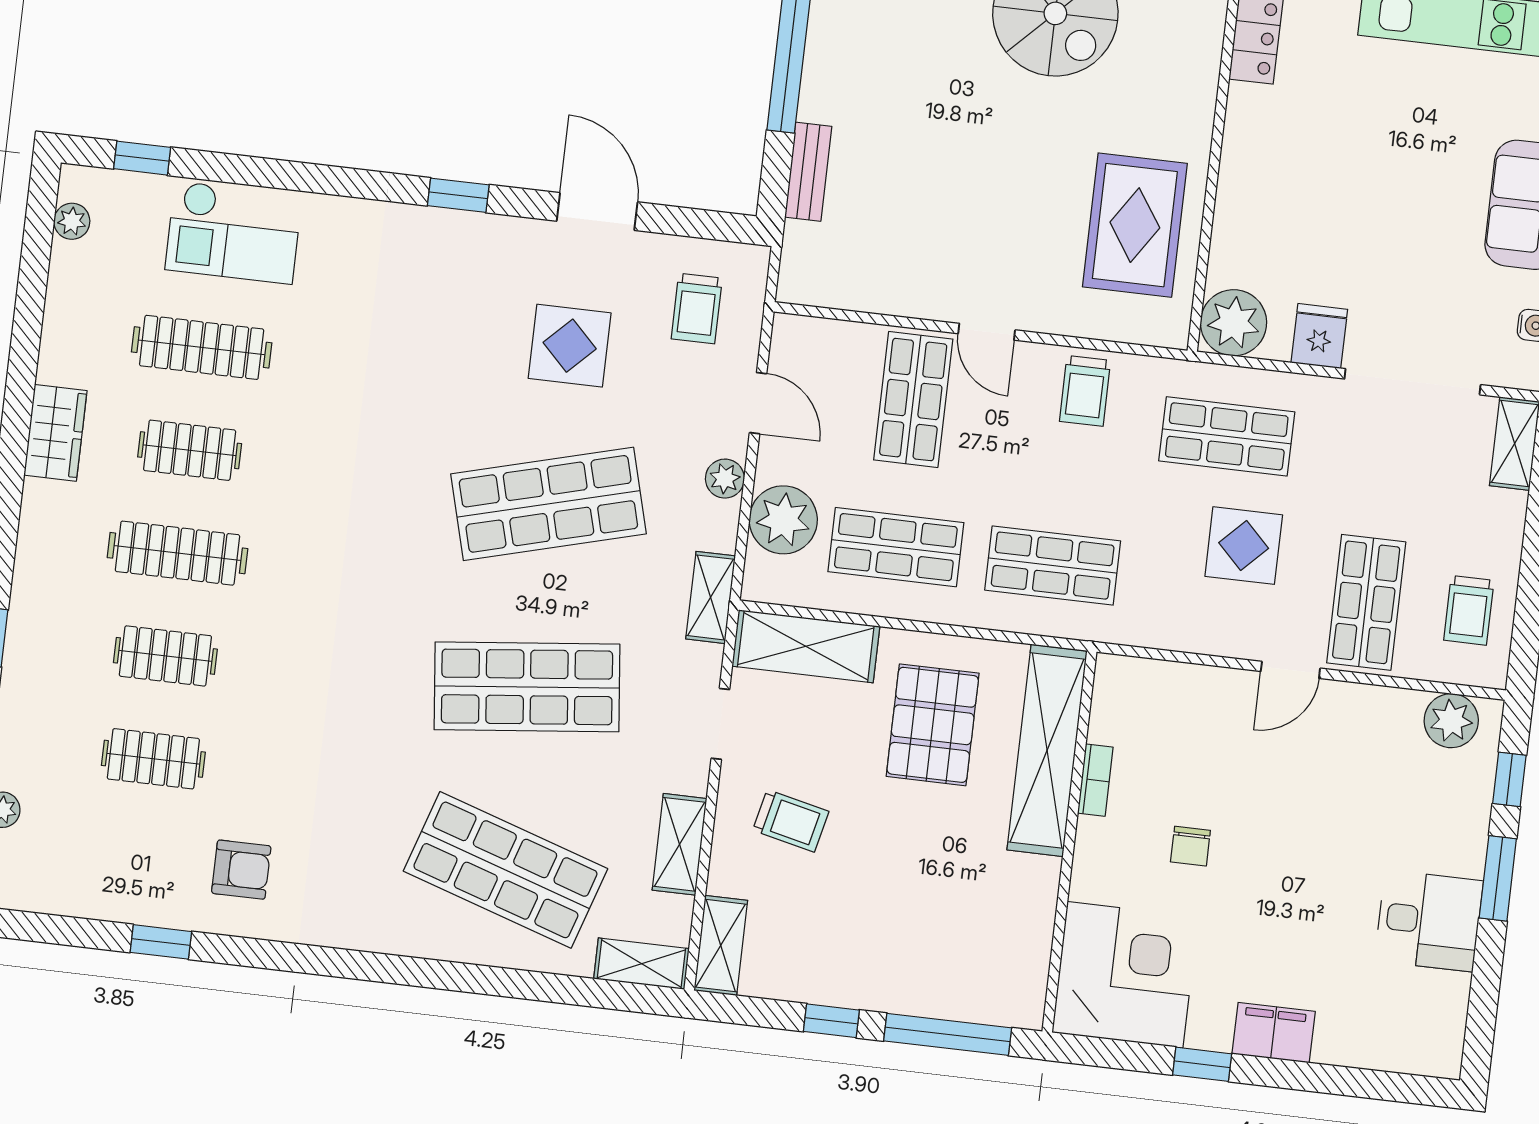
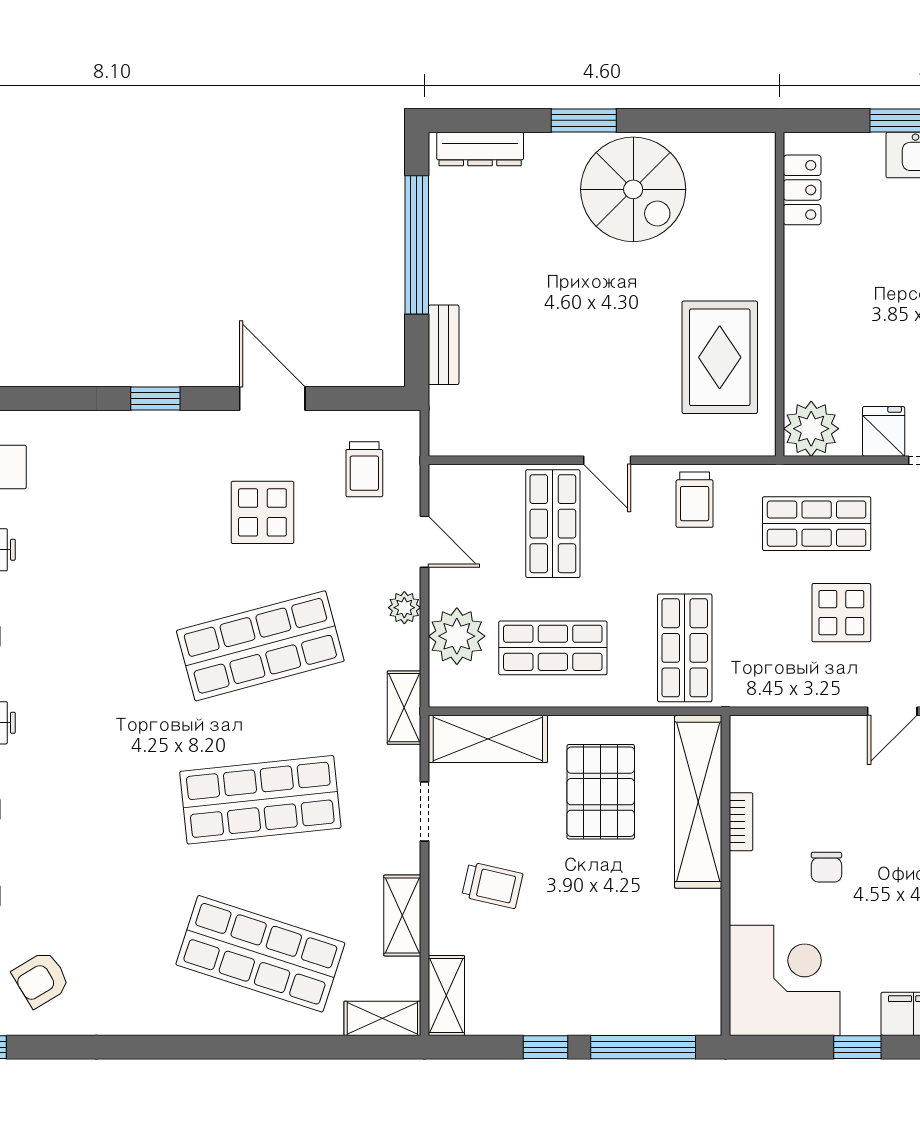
shop shelf: (1053, 566) -> (685, 648), turned 90
armchair: (241, 870) -> (41, 979), turned 149

